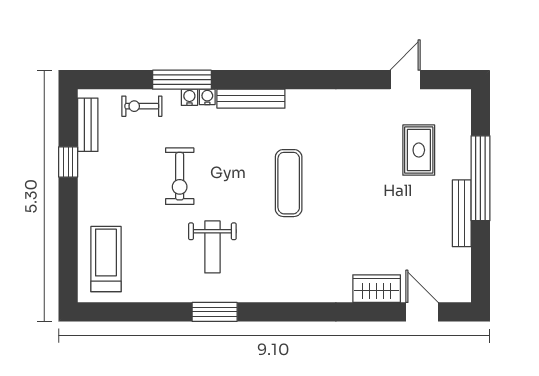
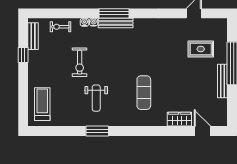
window: (182, 80) -> (114, 13), moved
rug: (419, 150) -> (201, 49), turned 90
exercise mat: (289, 183) -> (144, 93), moved

